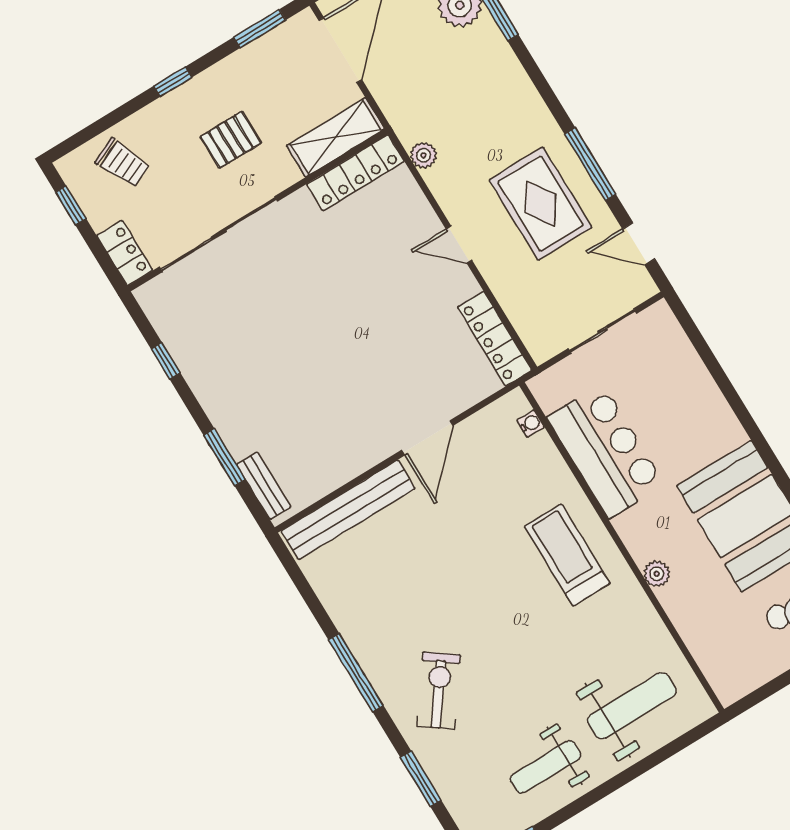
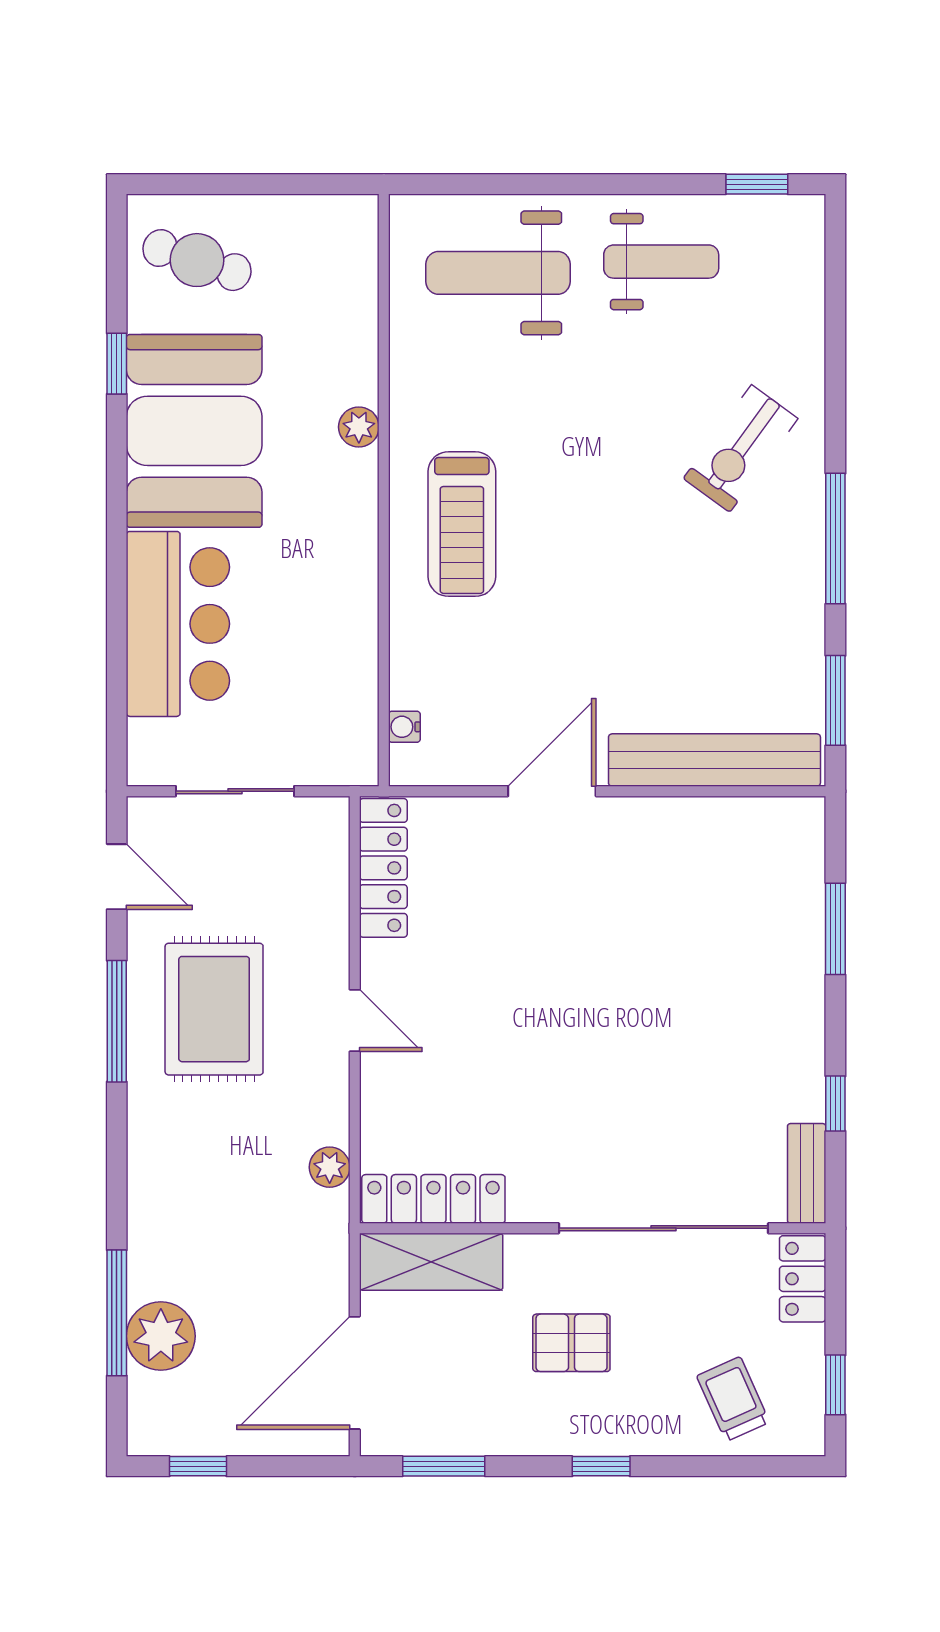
bar counter: (606, 451) -> (178, 624), moved, turned 180
bench: (264, 486) -> (807, 1173), moved
window: (421, 779) -> (835, 700), moved

